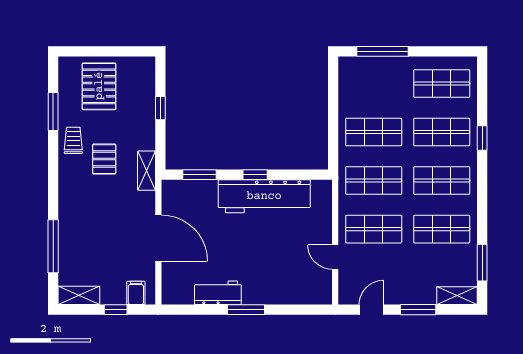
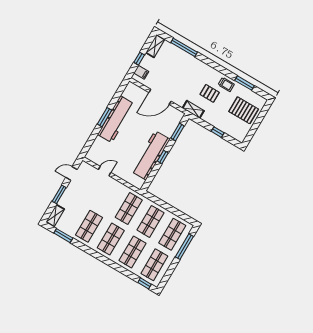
window: (482, 138) -> (144, 283), moved
shop shelf: (374, 229) -> (172, 234), moved
workbench: (218, 293) -> (116, 119), width x1.88, depth x1.32
door: (371, 310) -> (71, 173), swing flipped

